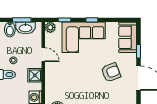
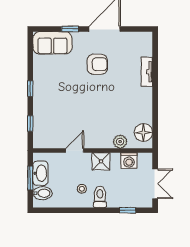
plant: (50, 27) -> (120, 142), moved
corner sofa: (84, 37) -> (52, 99), removed
armchair: (111, 72) -> (97, 64), turned 111

